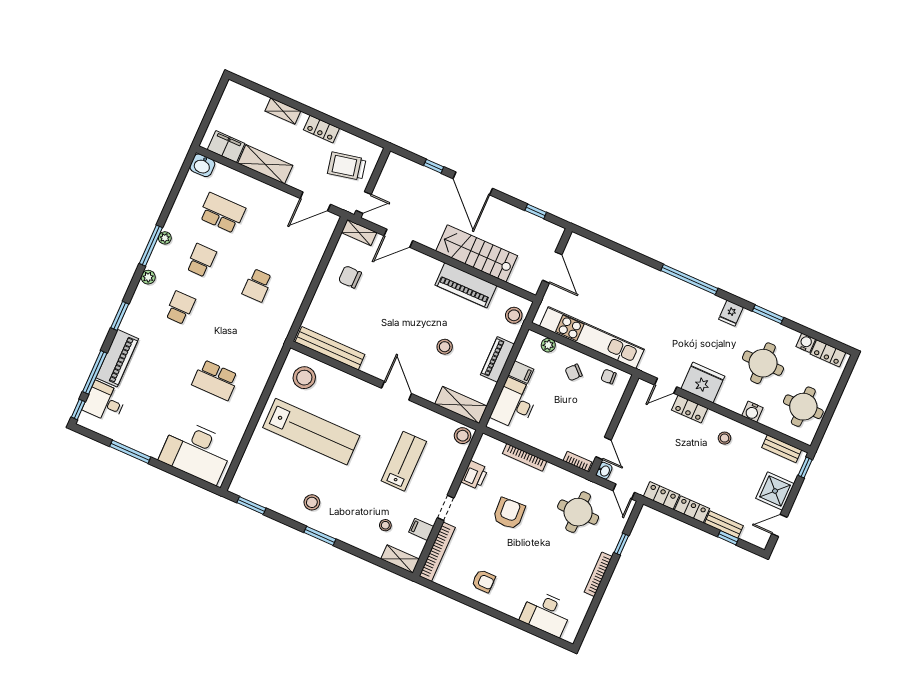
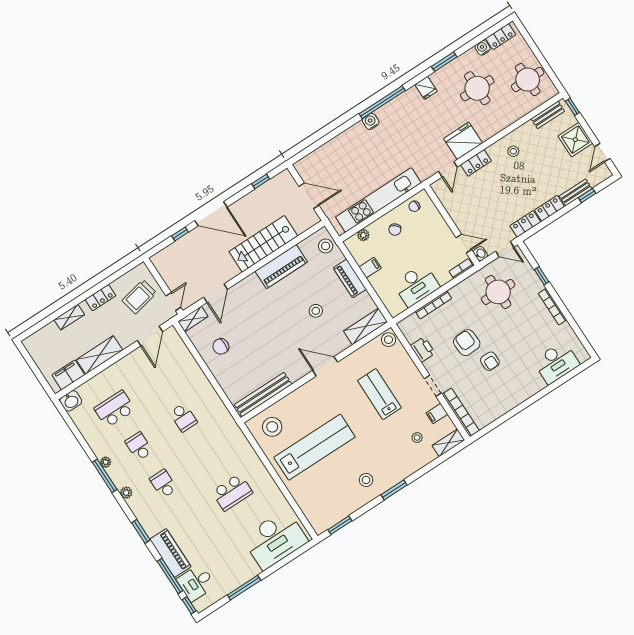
desk: (515, 404) -> (416, 285), moved, turned -90
water cooler: (752, 412) -> (371, 121), moved, turned 180
armchair: (484, 581) -> (490, 361), moved, turned 90

